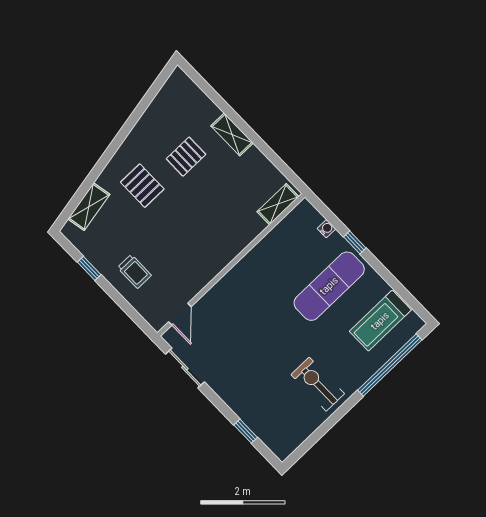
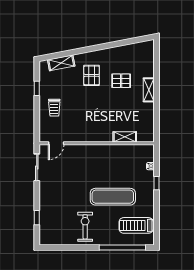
shelving: (278, 204) -> (125, 137), moved
exercise mat: (329, 286) -> (113, 197), moved

